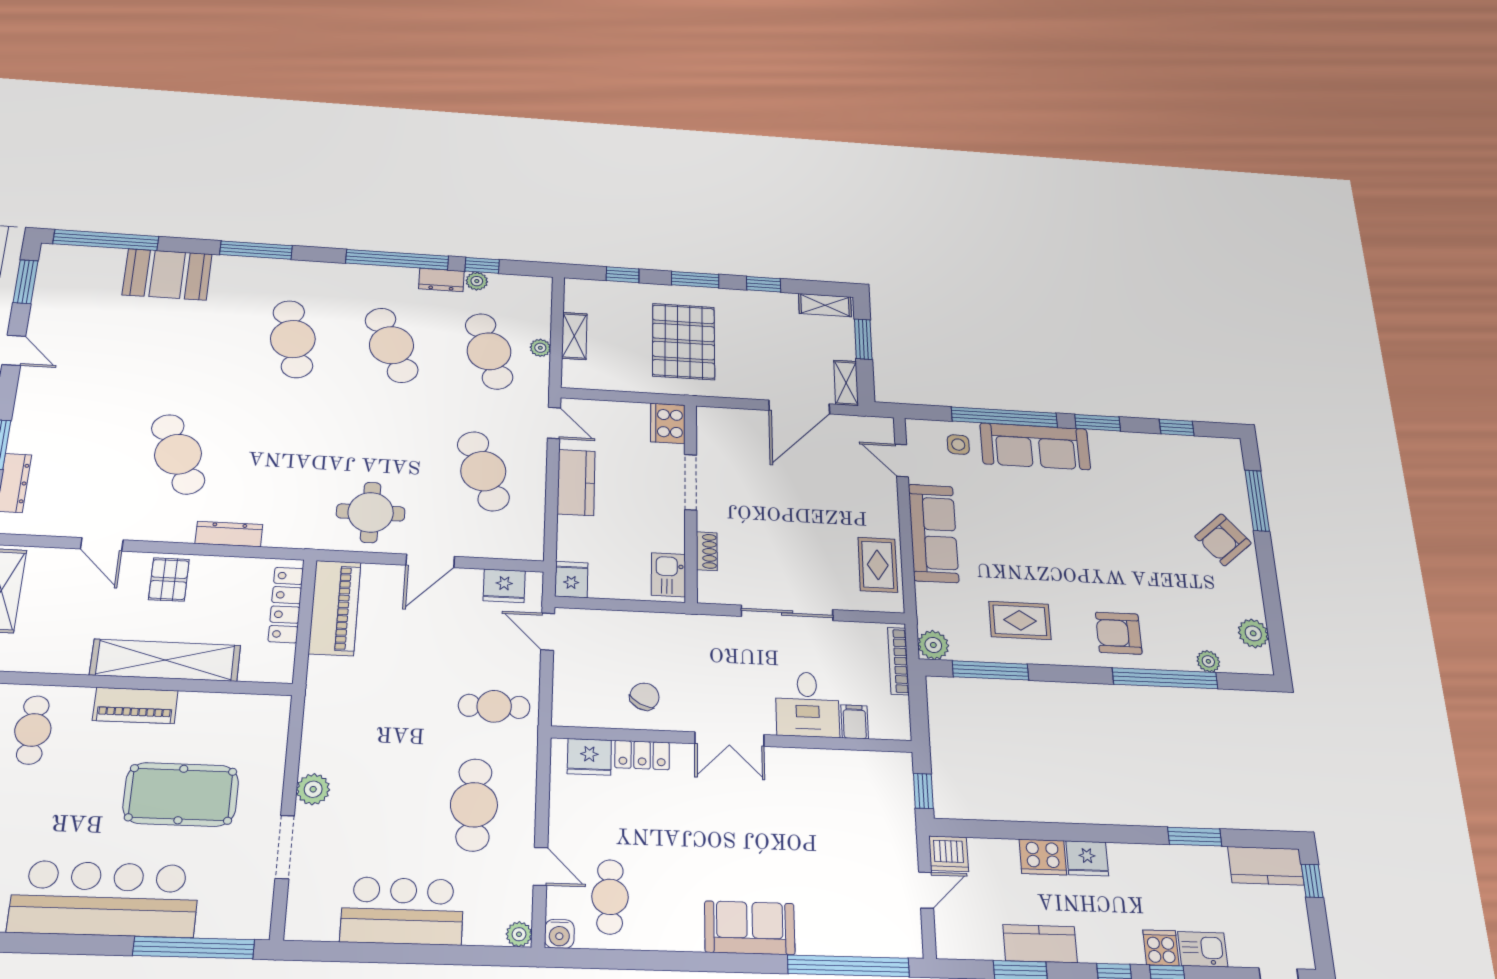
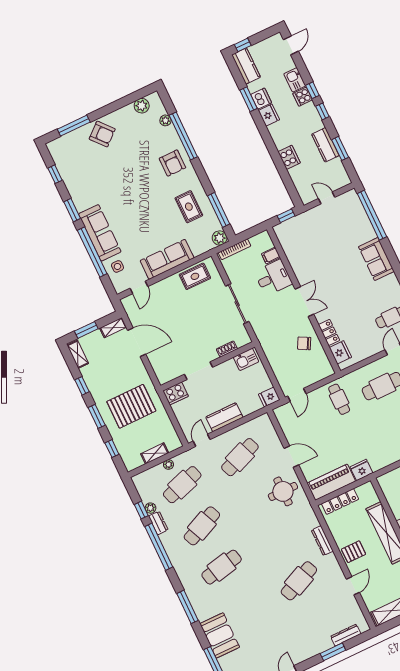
fridge: (504, 586) -> (361, 470), moved, turned -90
dishwasher: (949, 854) -> (261, 99), moved
fridge: (1087, 858) -> (269, 115), moved

